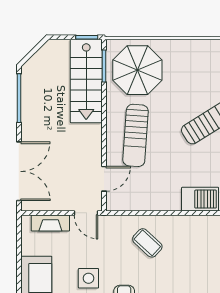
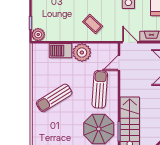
plant: (165, 196) -> (82, 53), added

